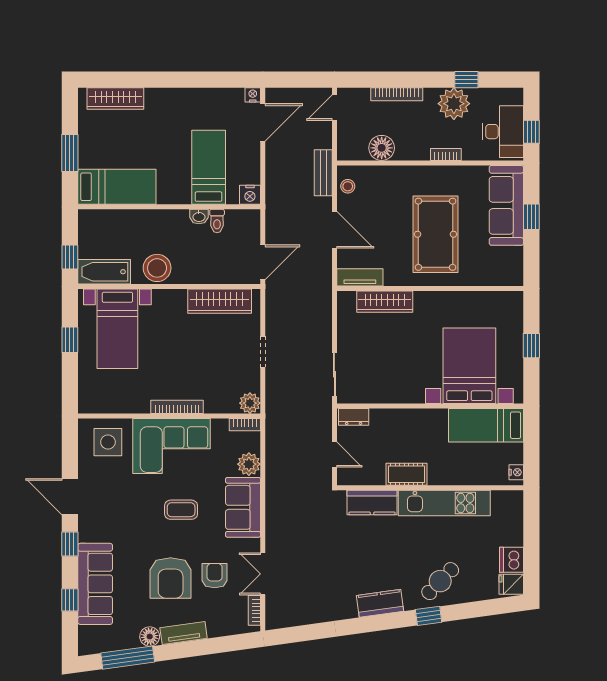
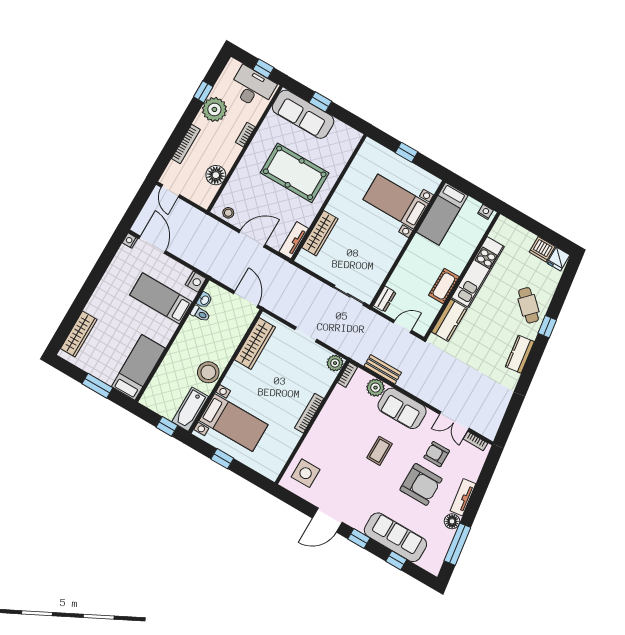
bench: (323, 173) -> (383, 369), moved
washbasin: (199, 217) -> (204, 300), moved
bed with nightstands: (469, 366) -> (396, 202), width x0.73
corner sofa: (171, 446) -> (333, 432), removed

